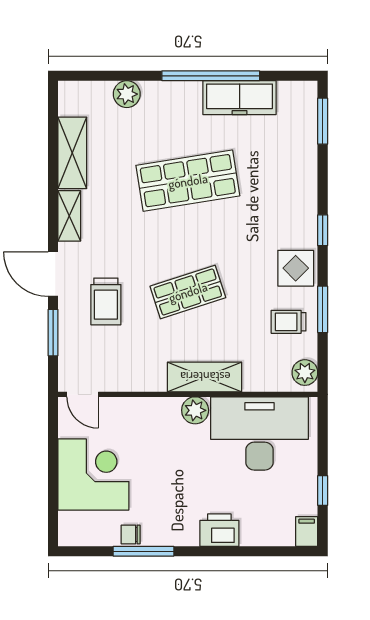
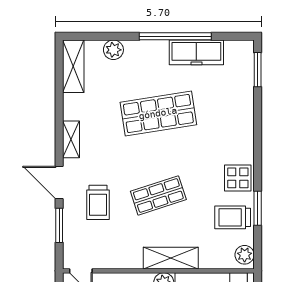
shelving: (72, 153) -> (73, 66), moved
window: (323, 230) -> (258, 150), removed
trolley: (289, 322) -> (233, 217), width x1.36, depth x1.39

